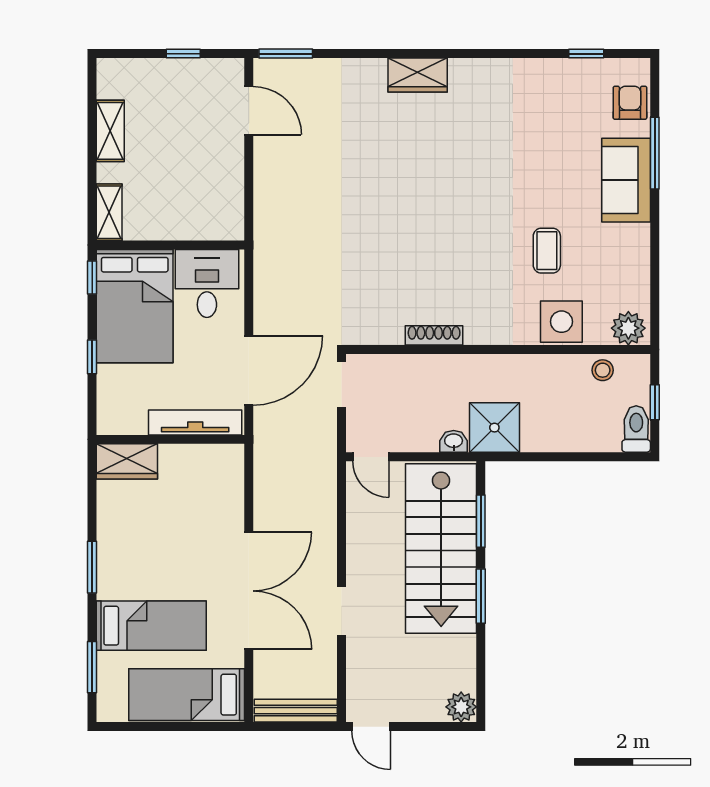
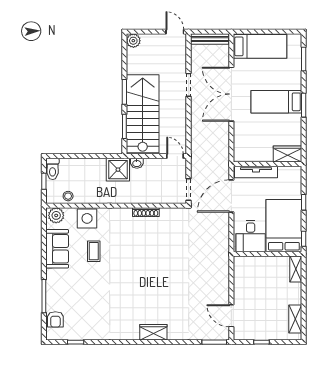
shelving: (110, 131) -> (295, 319), moved
sofa: (626, 180) -> (57, 249), moved
bed: (151, 626) -> (276, 102), moved

